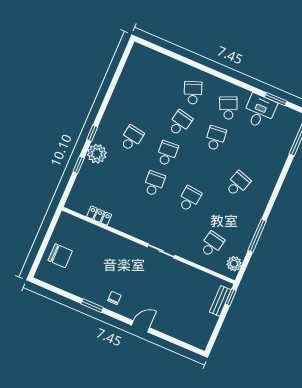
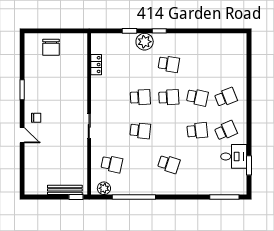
window: (257, 236) -> (134, 197), width x1.46
chair: (114, 298) -> (36, 118), moved
bench: (220, 301) -> (65, 190), width x1.36

